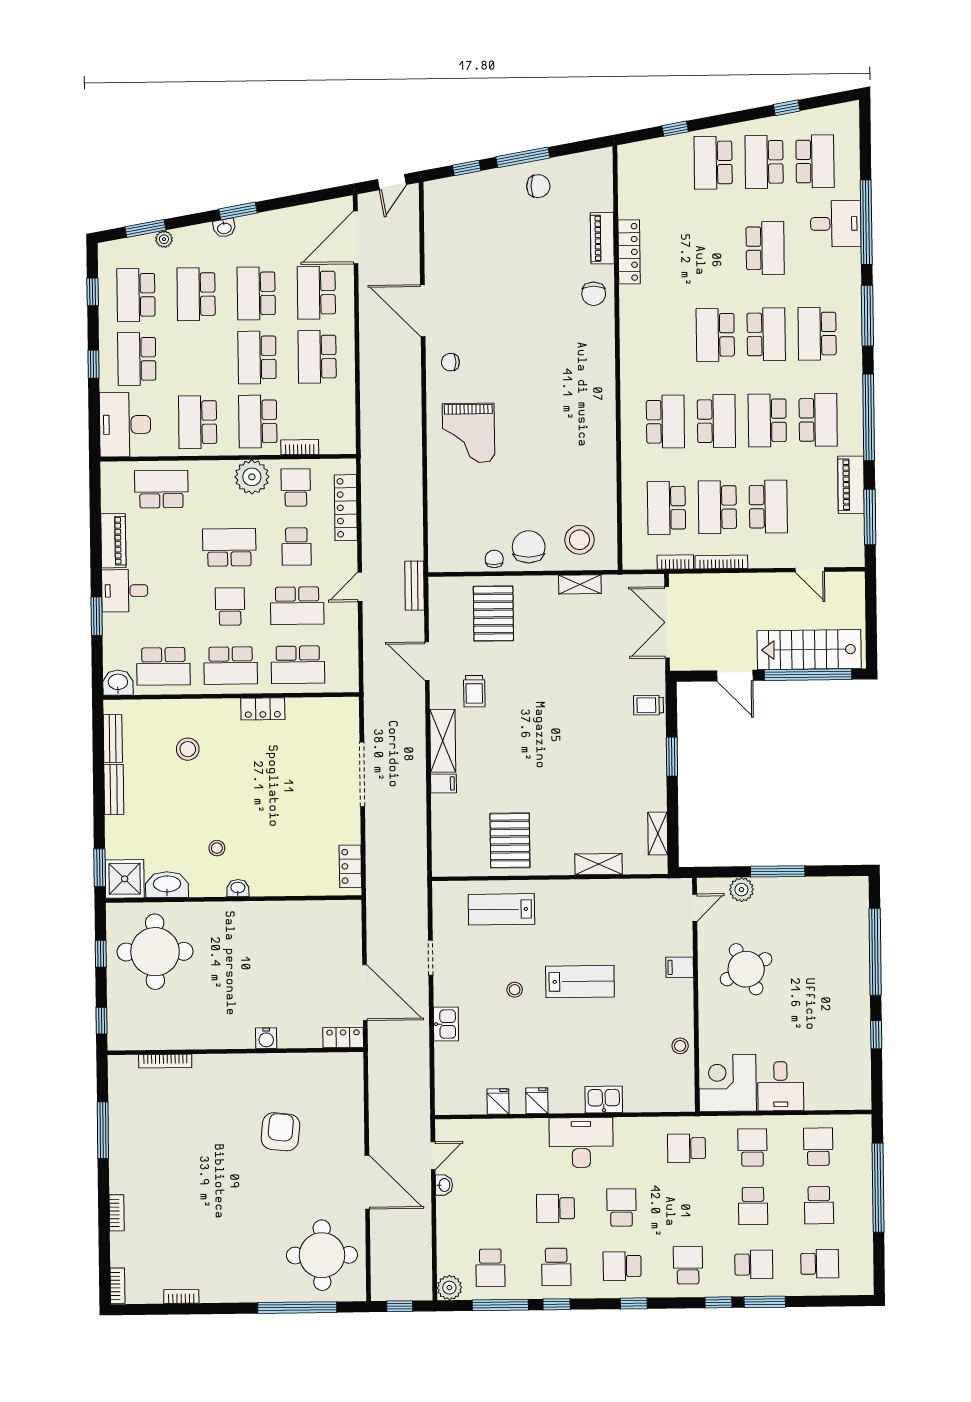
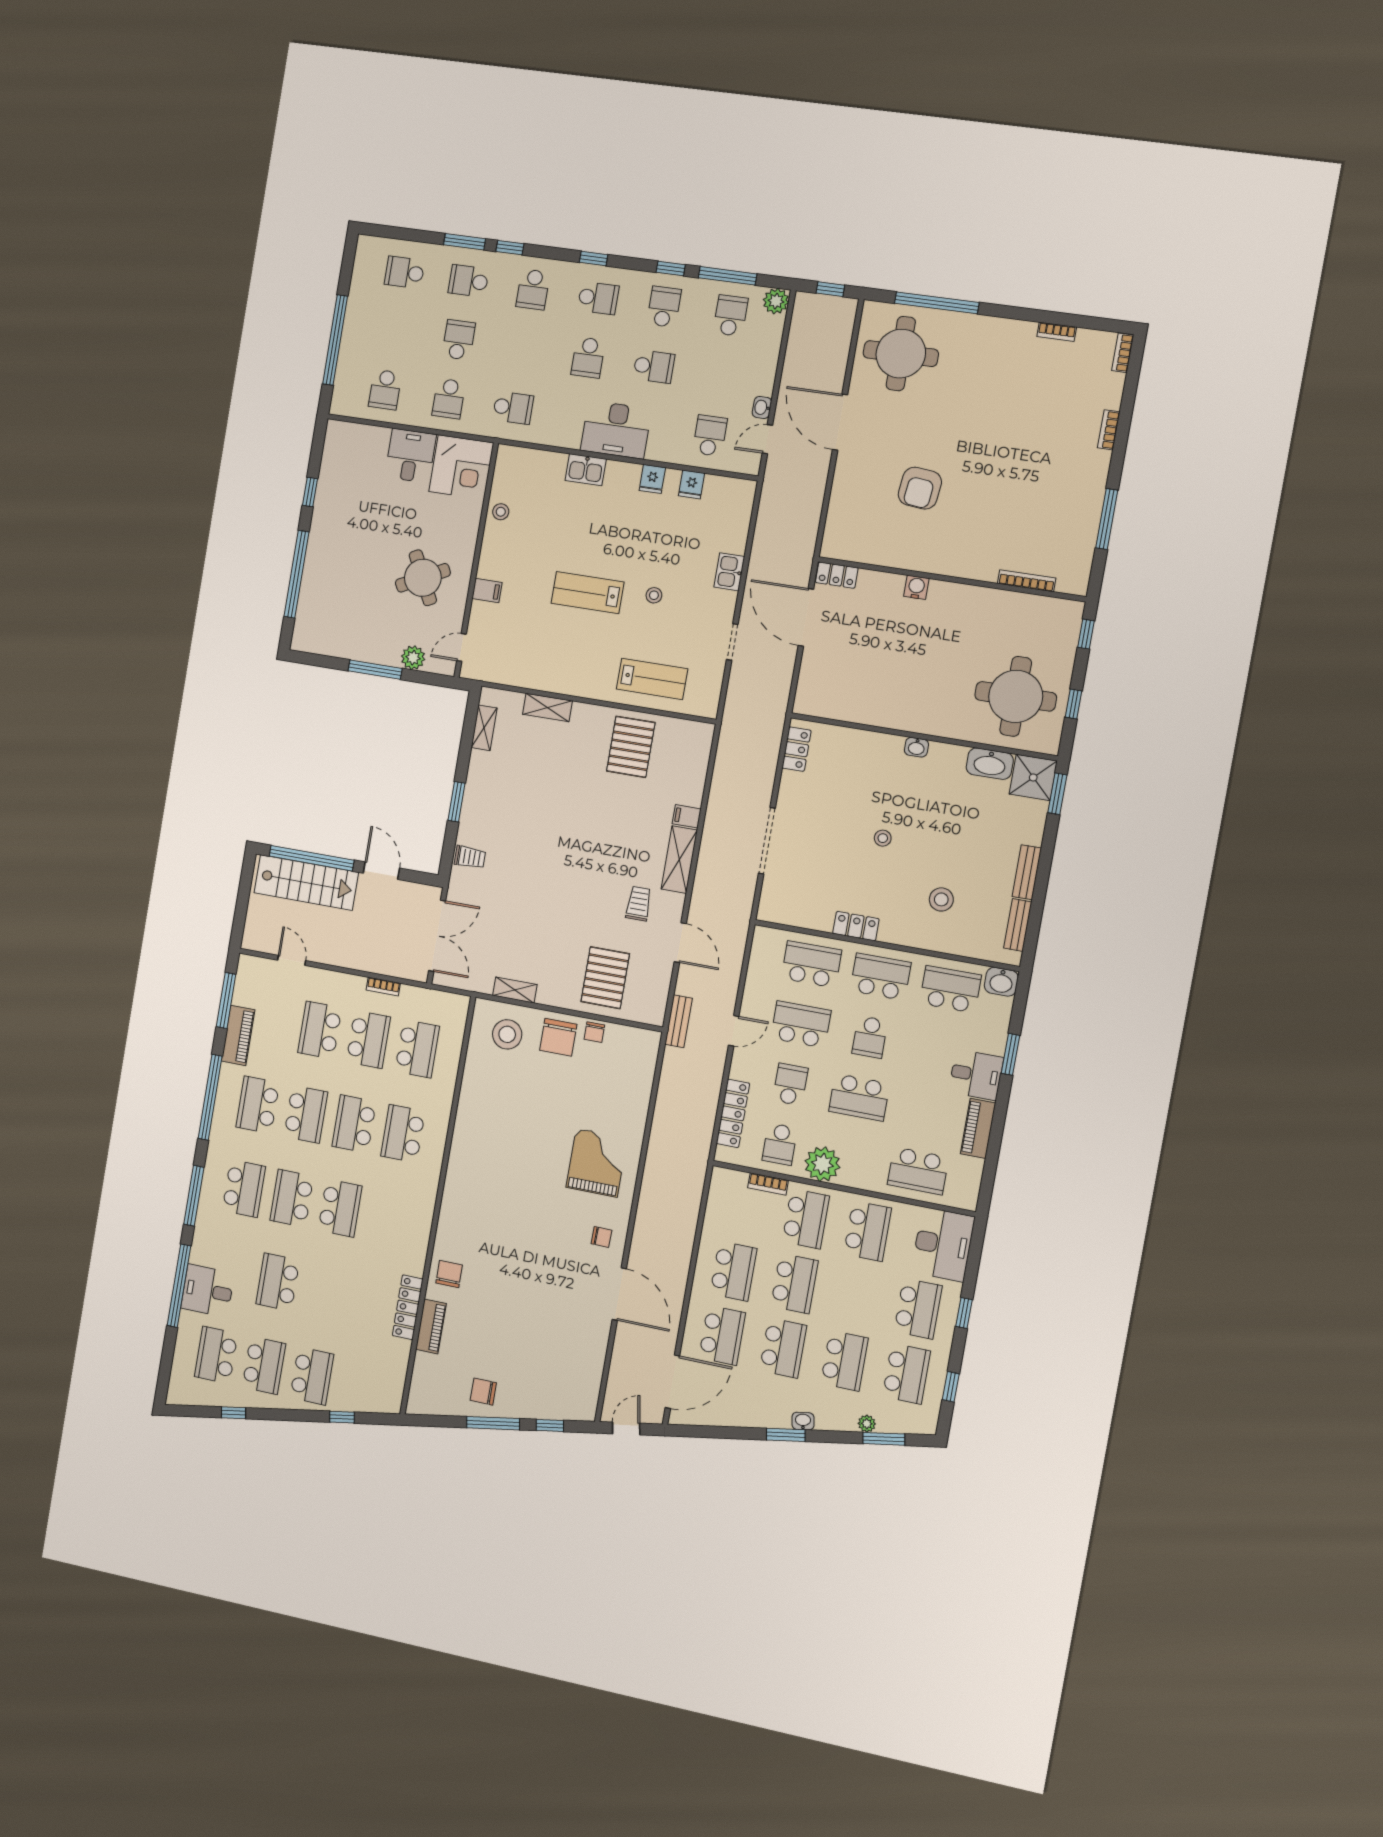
bookcase: (675, 562) -> (418, 994), removed
bookcase: (721, 562) -> (383, 987), width x0.64
stool: (217, 848) -> (883, 838), moved
school desk: (819, 1205) -> (710, 436), moved

